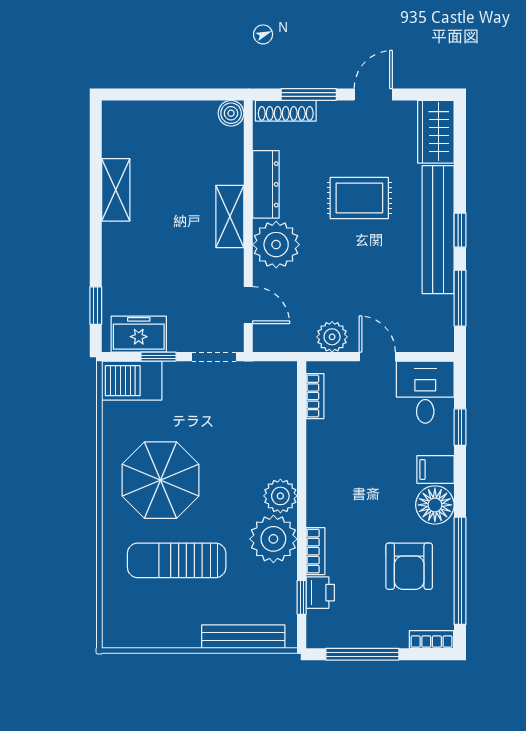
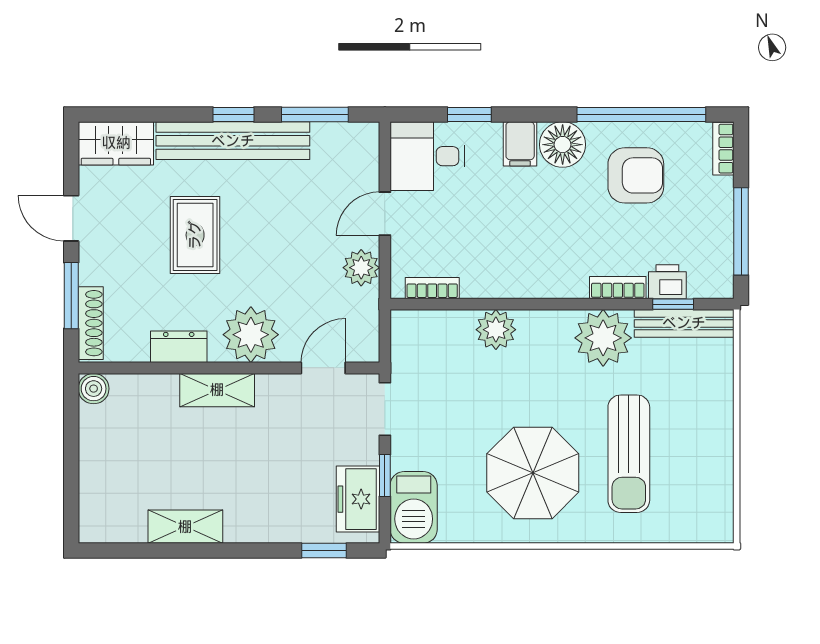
dresser: (266, 184) -> (179, 347), width x0.70
plant: (280, 496) -> (496, 330), moved
bench: (243, 637) -> (684, 323), moved, turned 90

